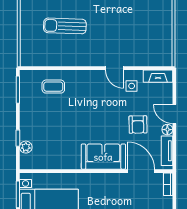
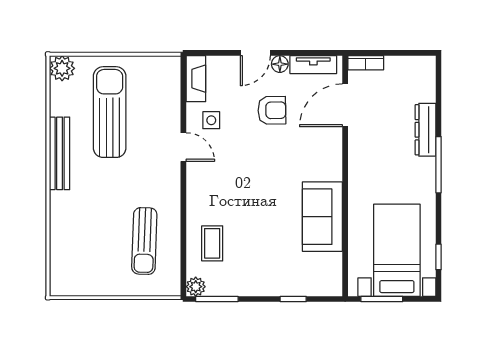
sun lounger: (137, 21) -> (110, 112), added
sun lounger: (65, 26) -> (144, 241), moved
door: (115, 68) -> (183, 147), hinge flipped
plant: (26, 147) -> (196, 287), moved
sofa: (103, 157) -> (322, 217), moved

